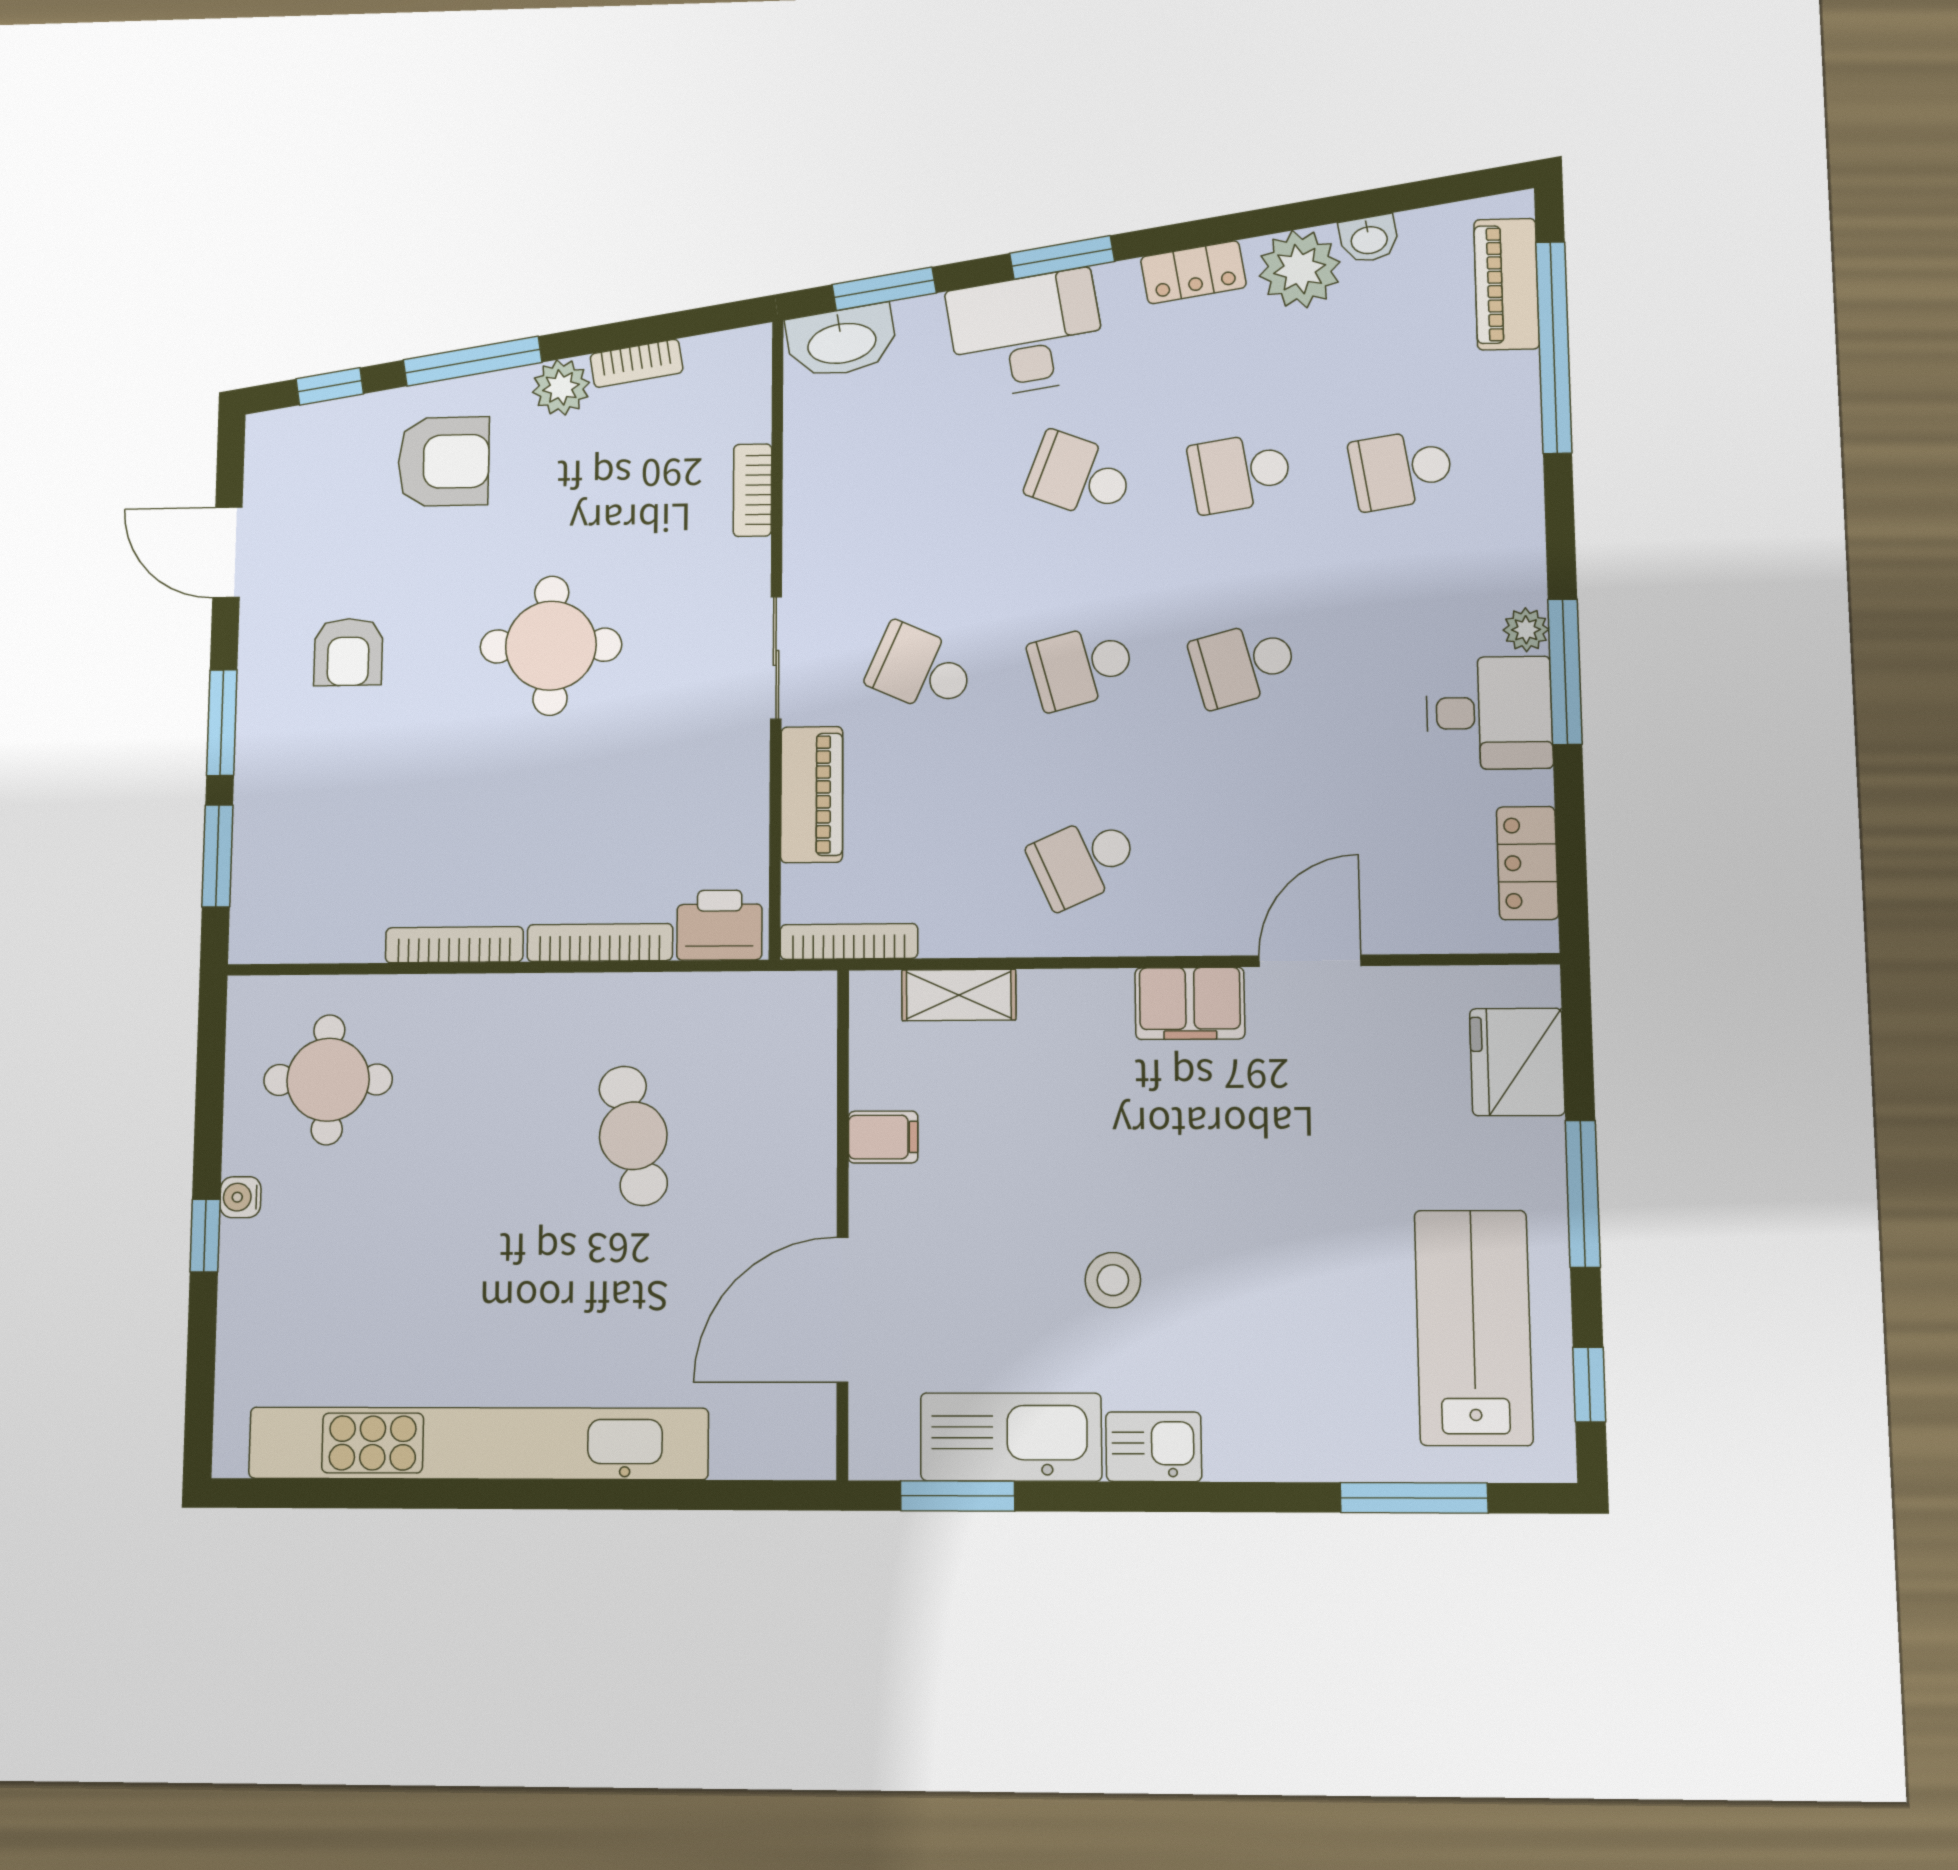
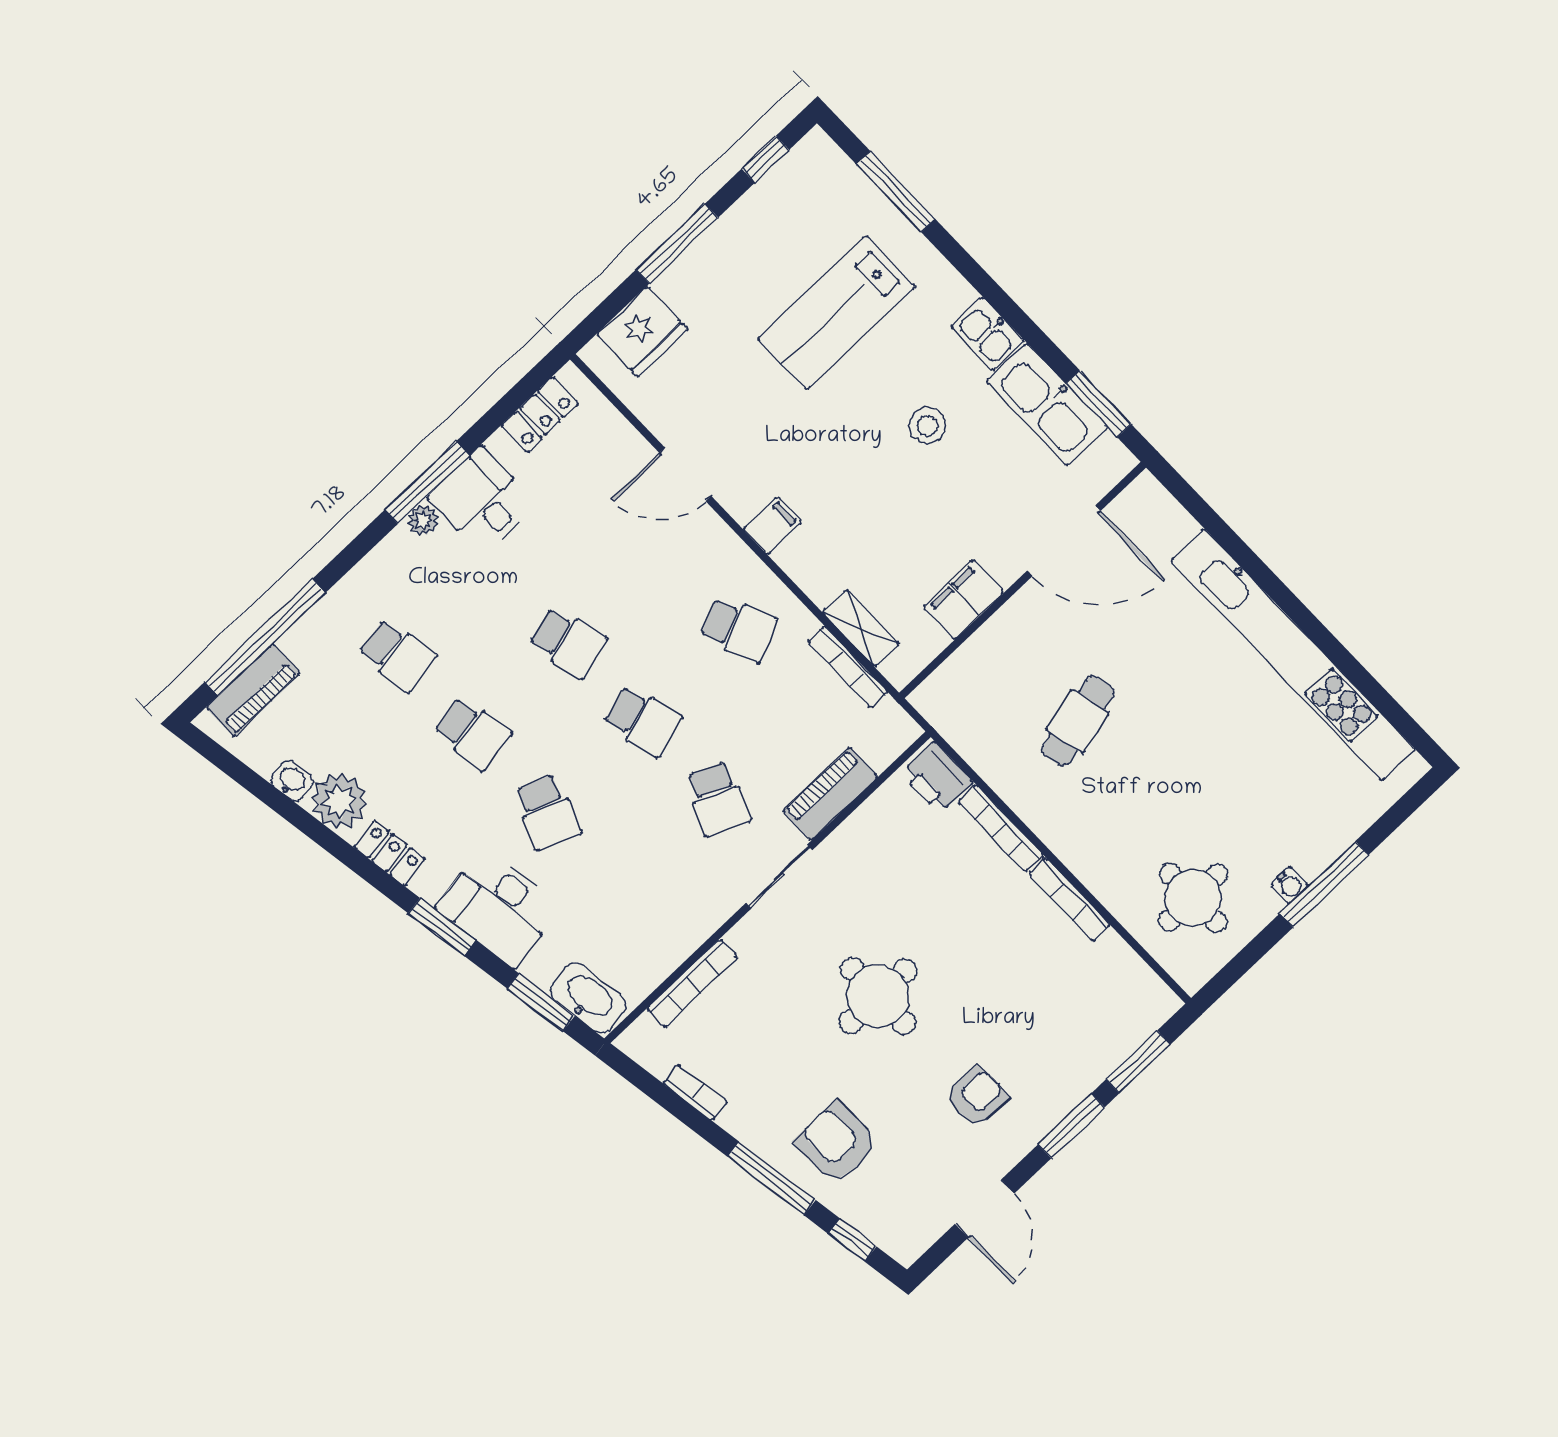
plant: (561, 387) -> (743, 1119), removed
bookcase: (752, 490) -> (692, 983), width x1.56
bookcase: (849, 941) -> (848, 667), moved
filing cabinet: (1190, 1003) -> (772, 526), width x0.50
filing cabinet: (883, 1137) -> (964, 599), width x2.00
window: (205, 1236) -> (1324, 884), width x2.17
lab bench: (1473, 1327) -> (836, 313), moved

